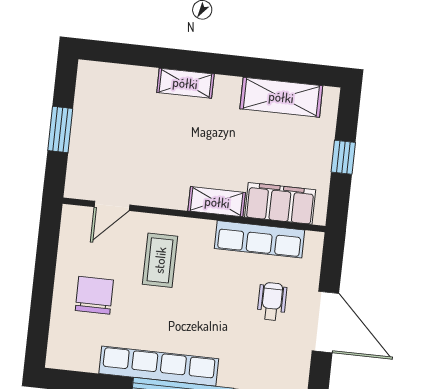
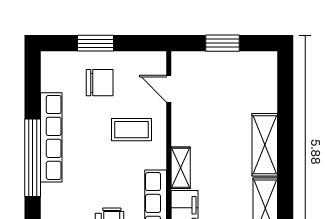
shelving: (185, 83) -> (265, 145), width x1.50, depth x1.33
window: (42, 295) -> (96, 43), added

